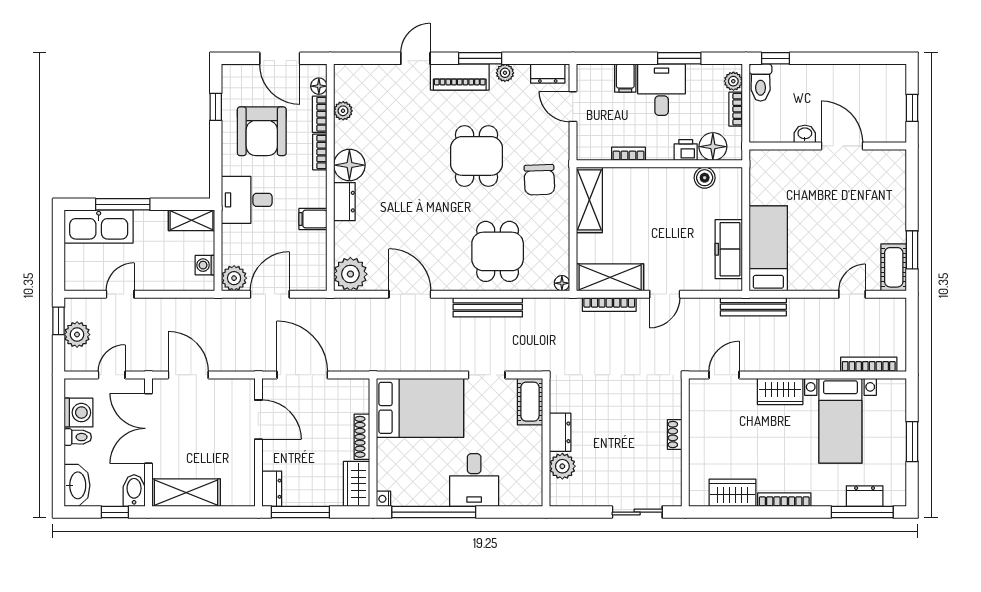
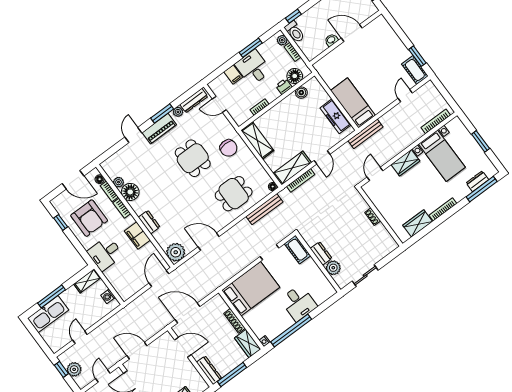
dresser: (548, 74) -> (194, 101), width x1.44
floor lamp: (349, 165) -> (130, 192), moved
filing cabinet: (313, 219) -> (137, 236), width x2.00
dining table: (498, 251) -> (234, 194), turned 90
plant: (234, 278) -> (125, 293), removed
door: (270, 294) -> (159, 278), moved
bench: (488, 307) -> (264, 209), moved
dresser: (272, 489) -> (209, 370), width x1.44
sliding door: (637, 512) -> (365, 276), moved

